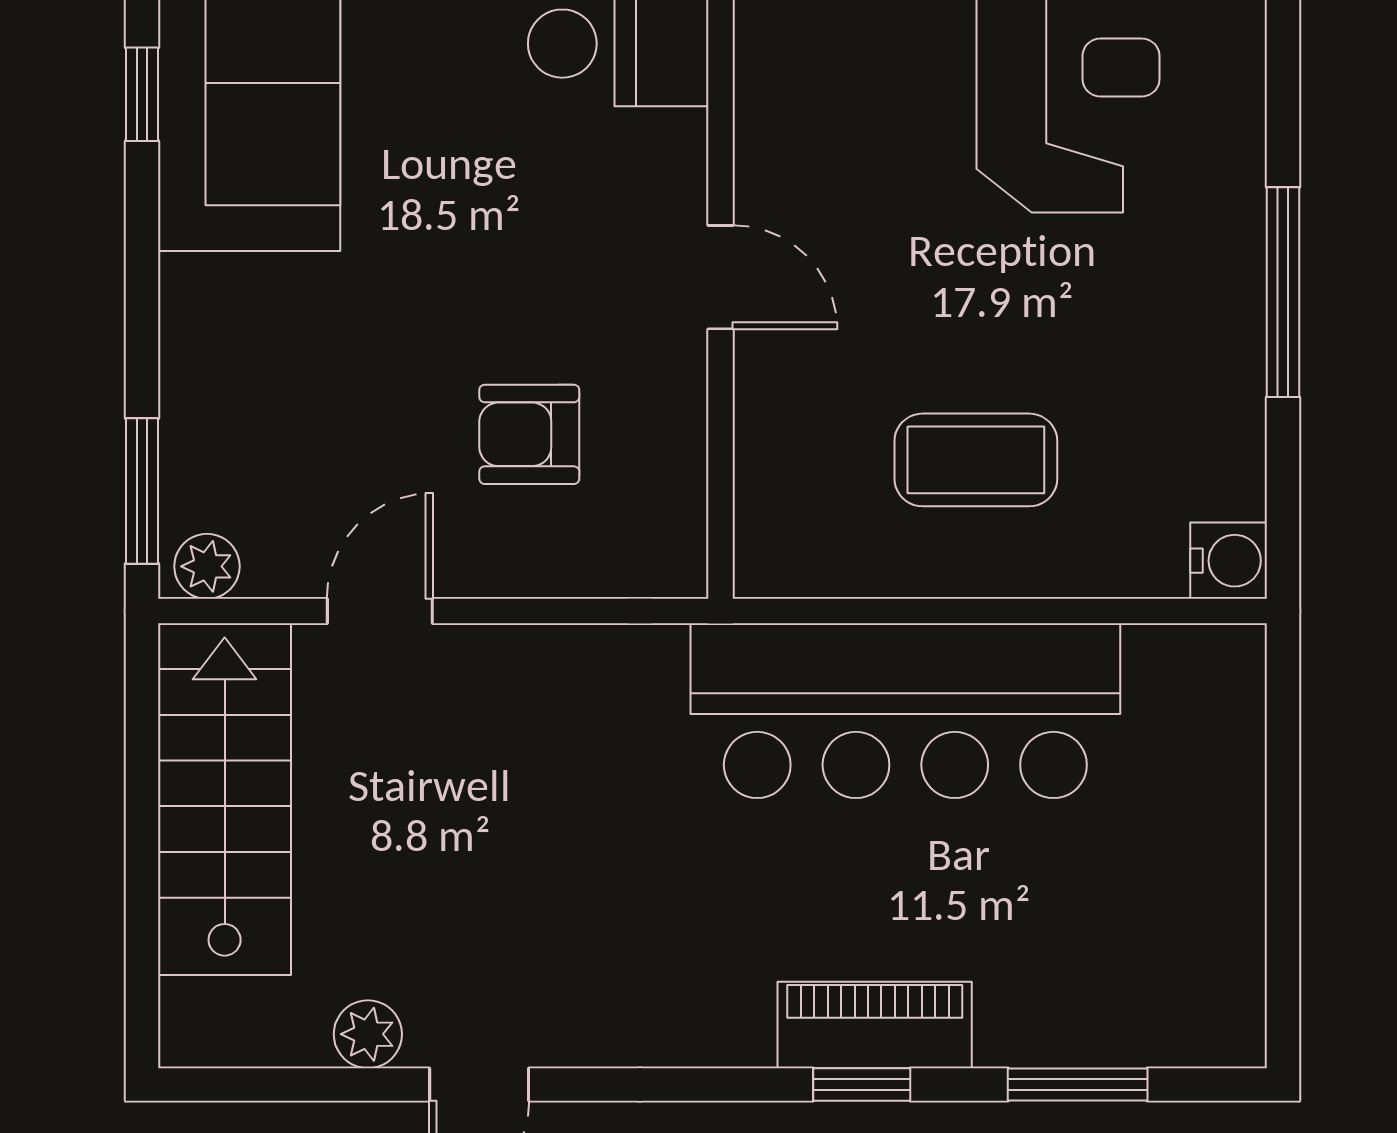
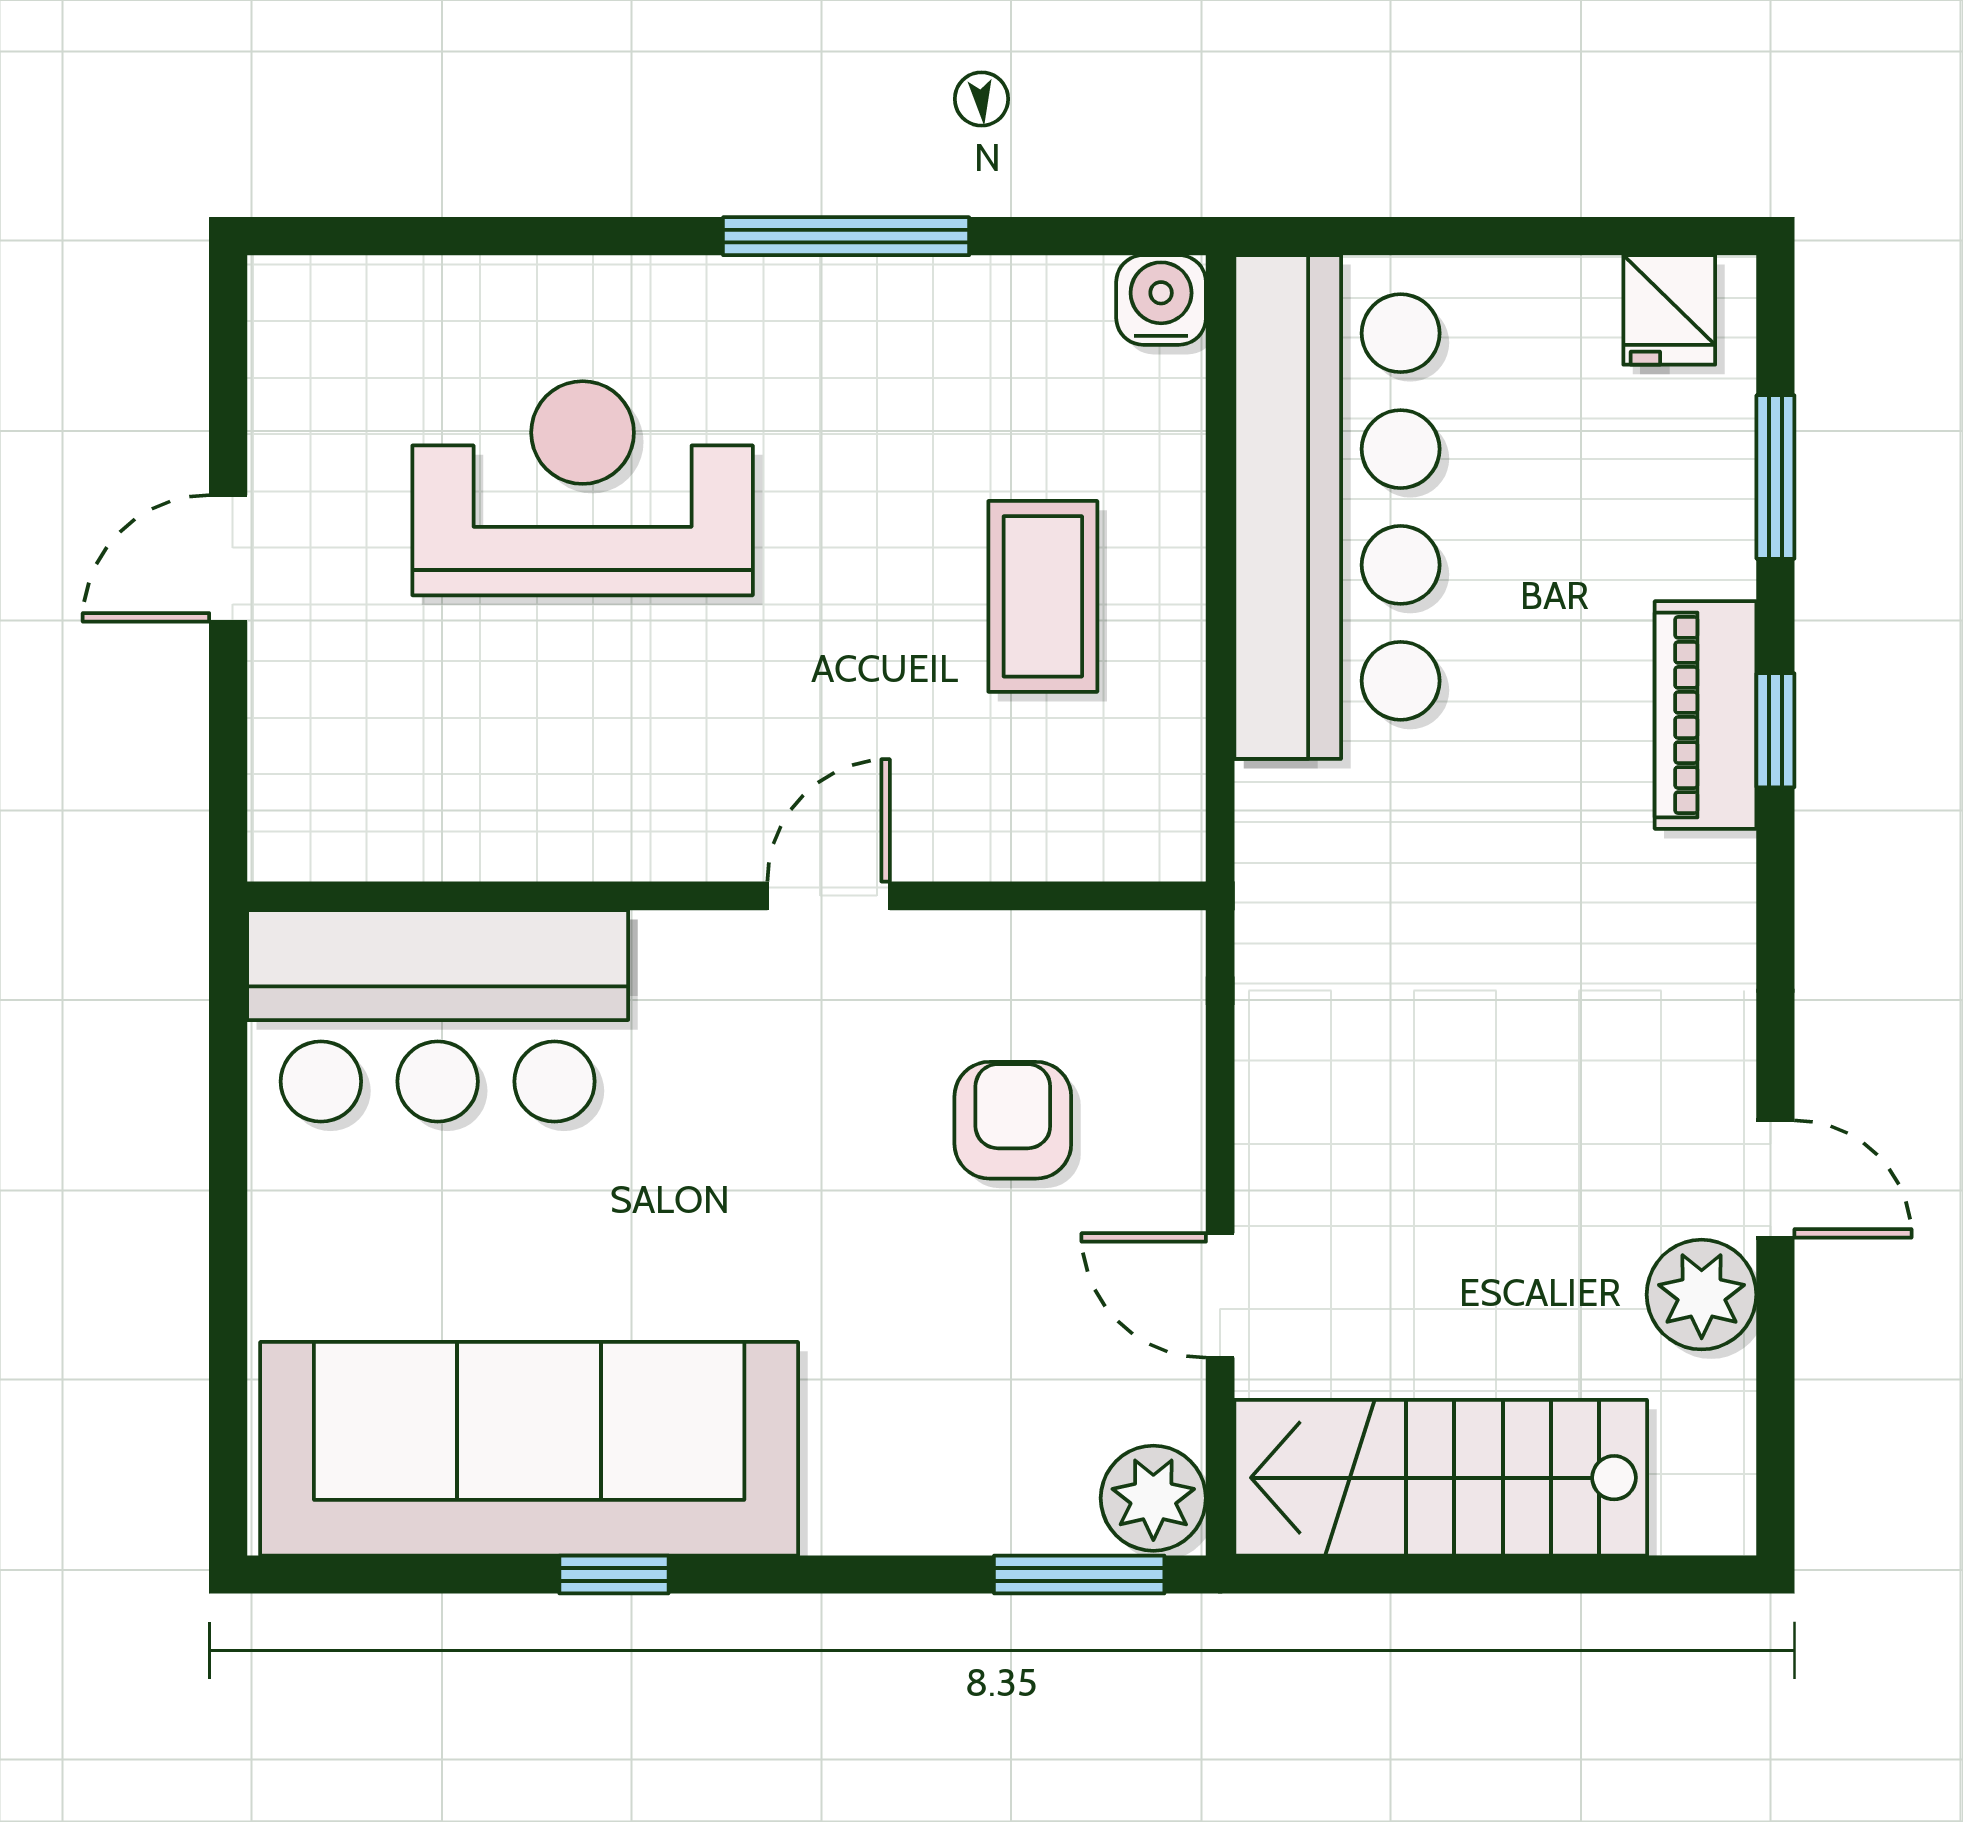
armchair: (529, 434) -> (1013, 1120), turned 180
plant: (207, 566) -> (1153, 1498), width x1.38, depth x1.38
bar counter: (905, 711) -> (1337, 507), moved
fridge: (1220, 994) -> (1669, 310), added
plant: (368, 1034) -> (1702, 1295), width x1.38, depth x1.38

